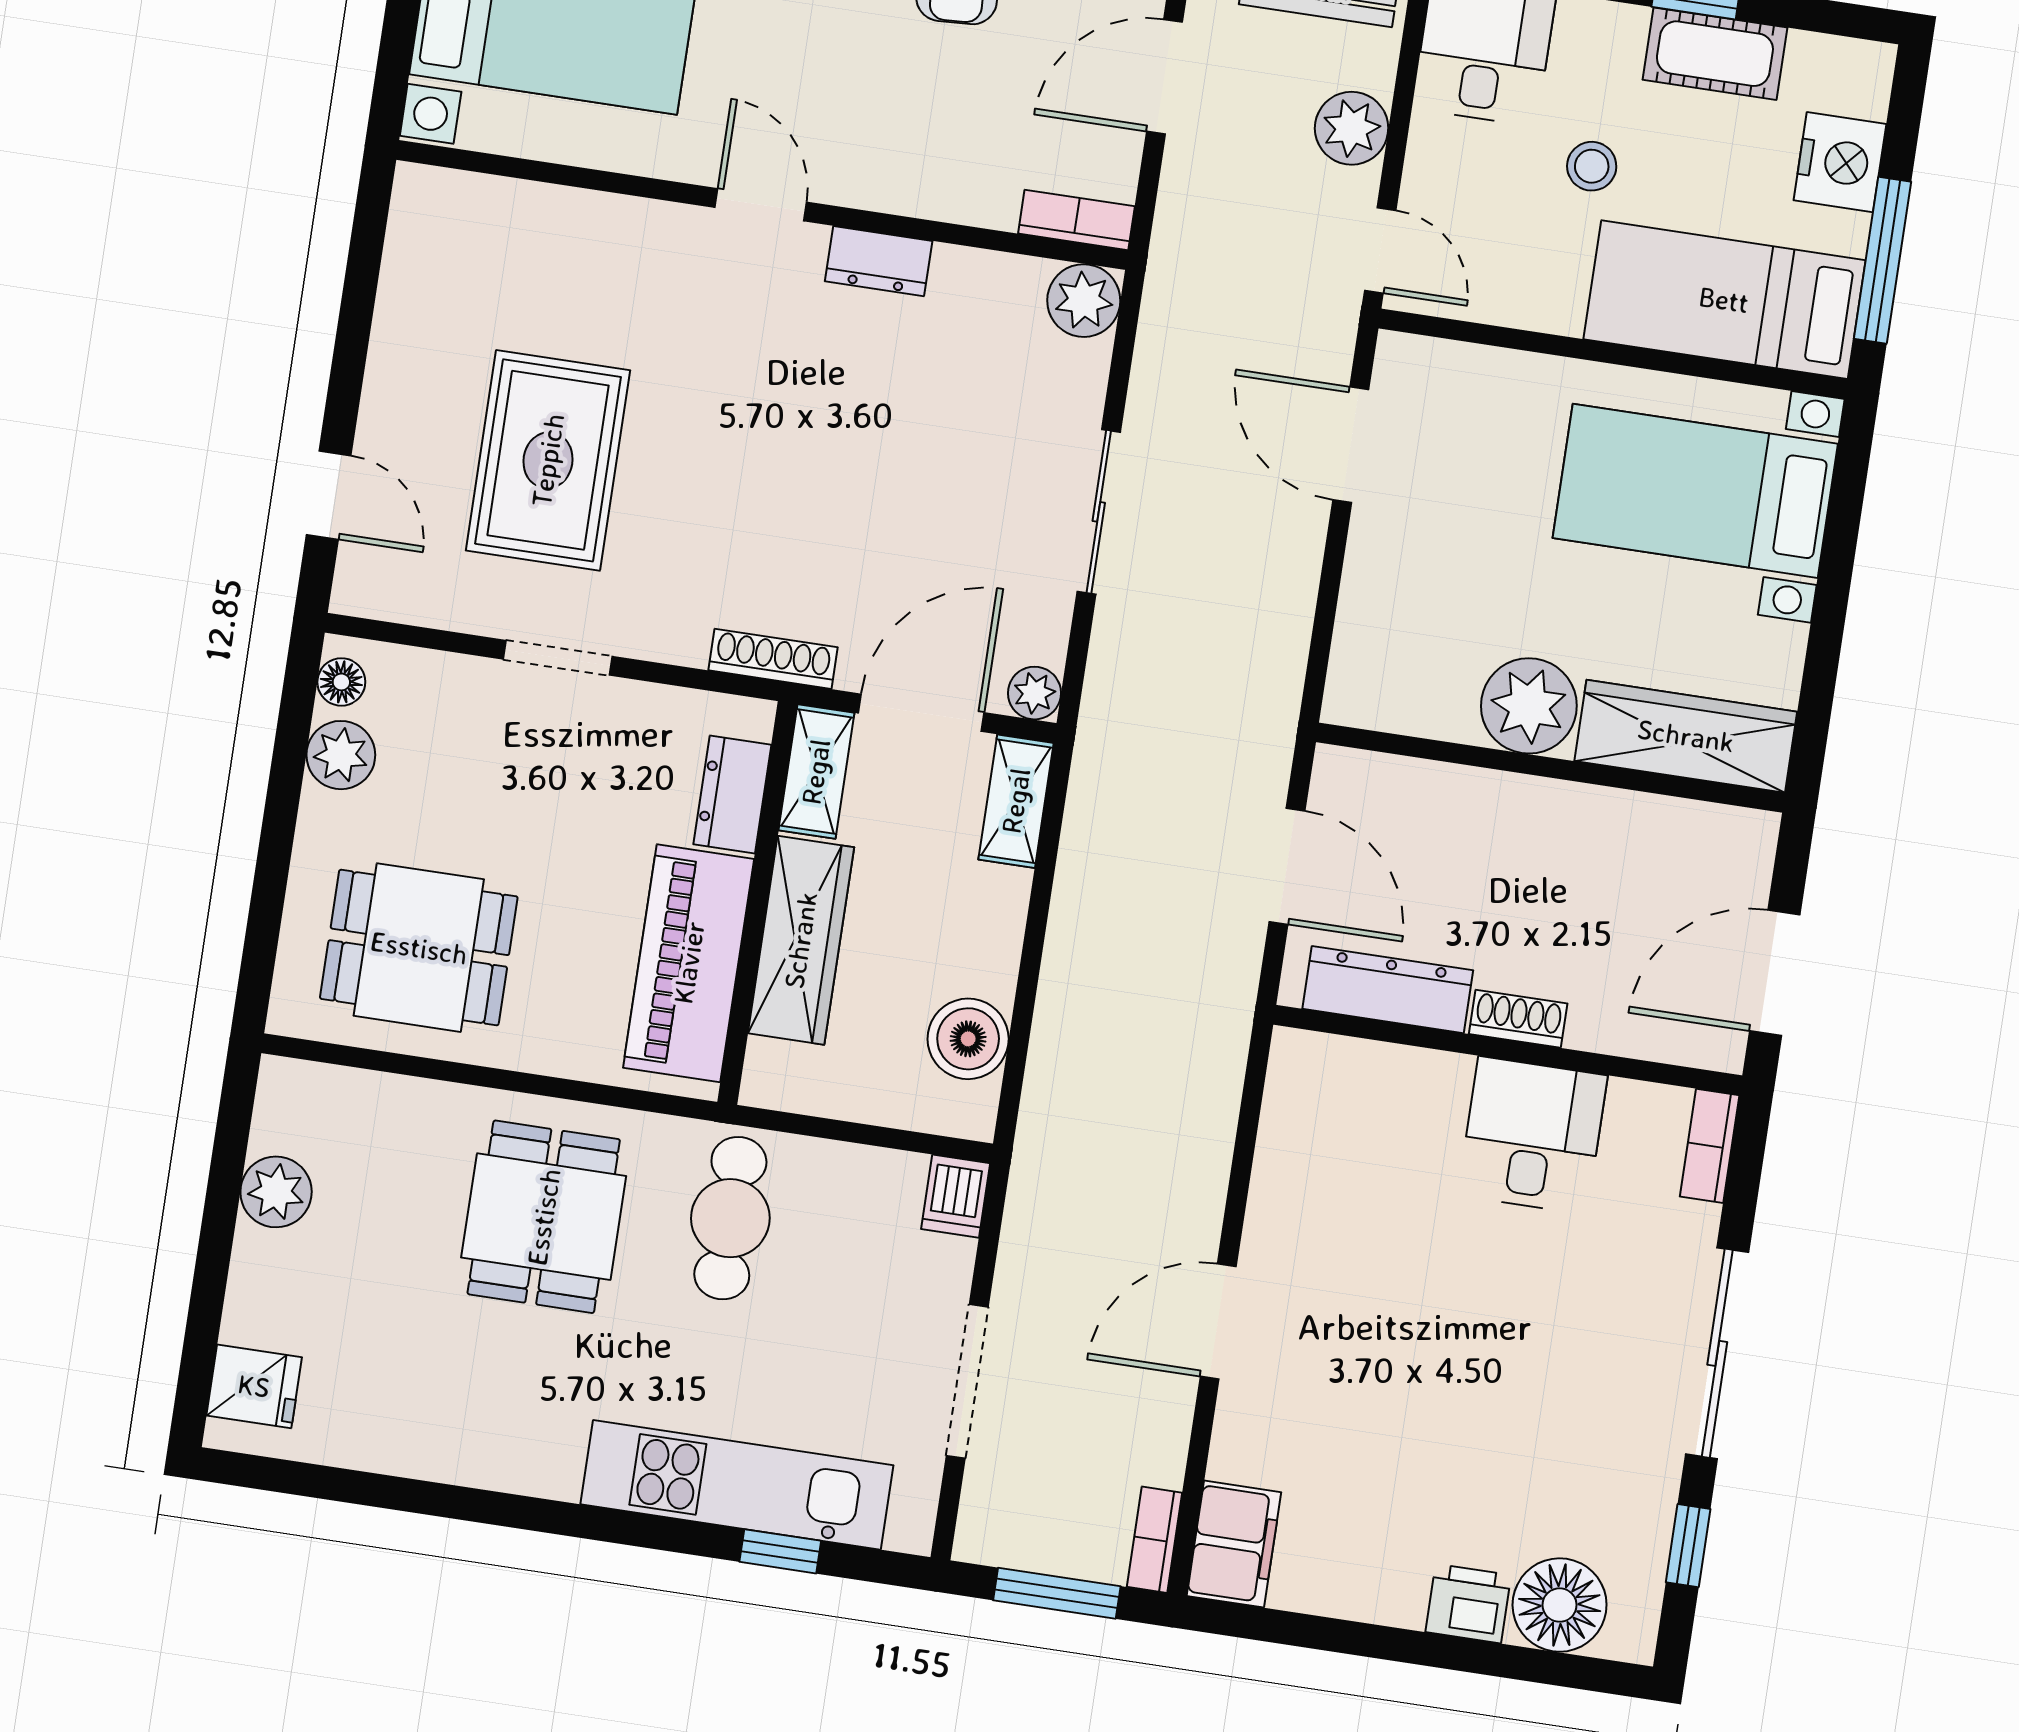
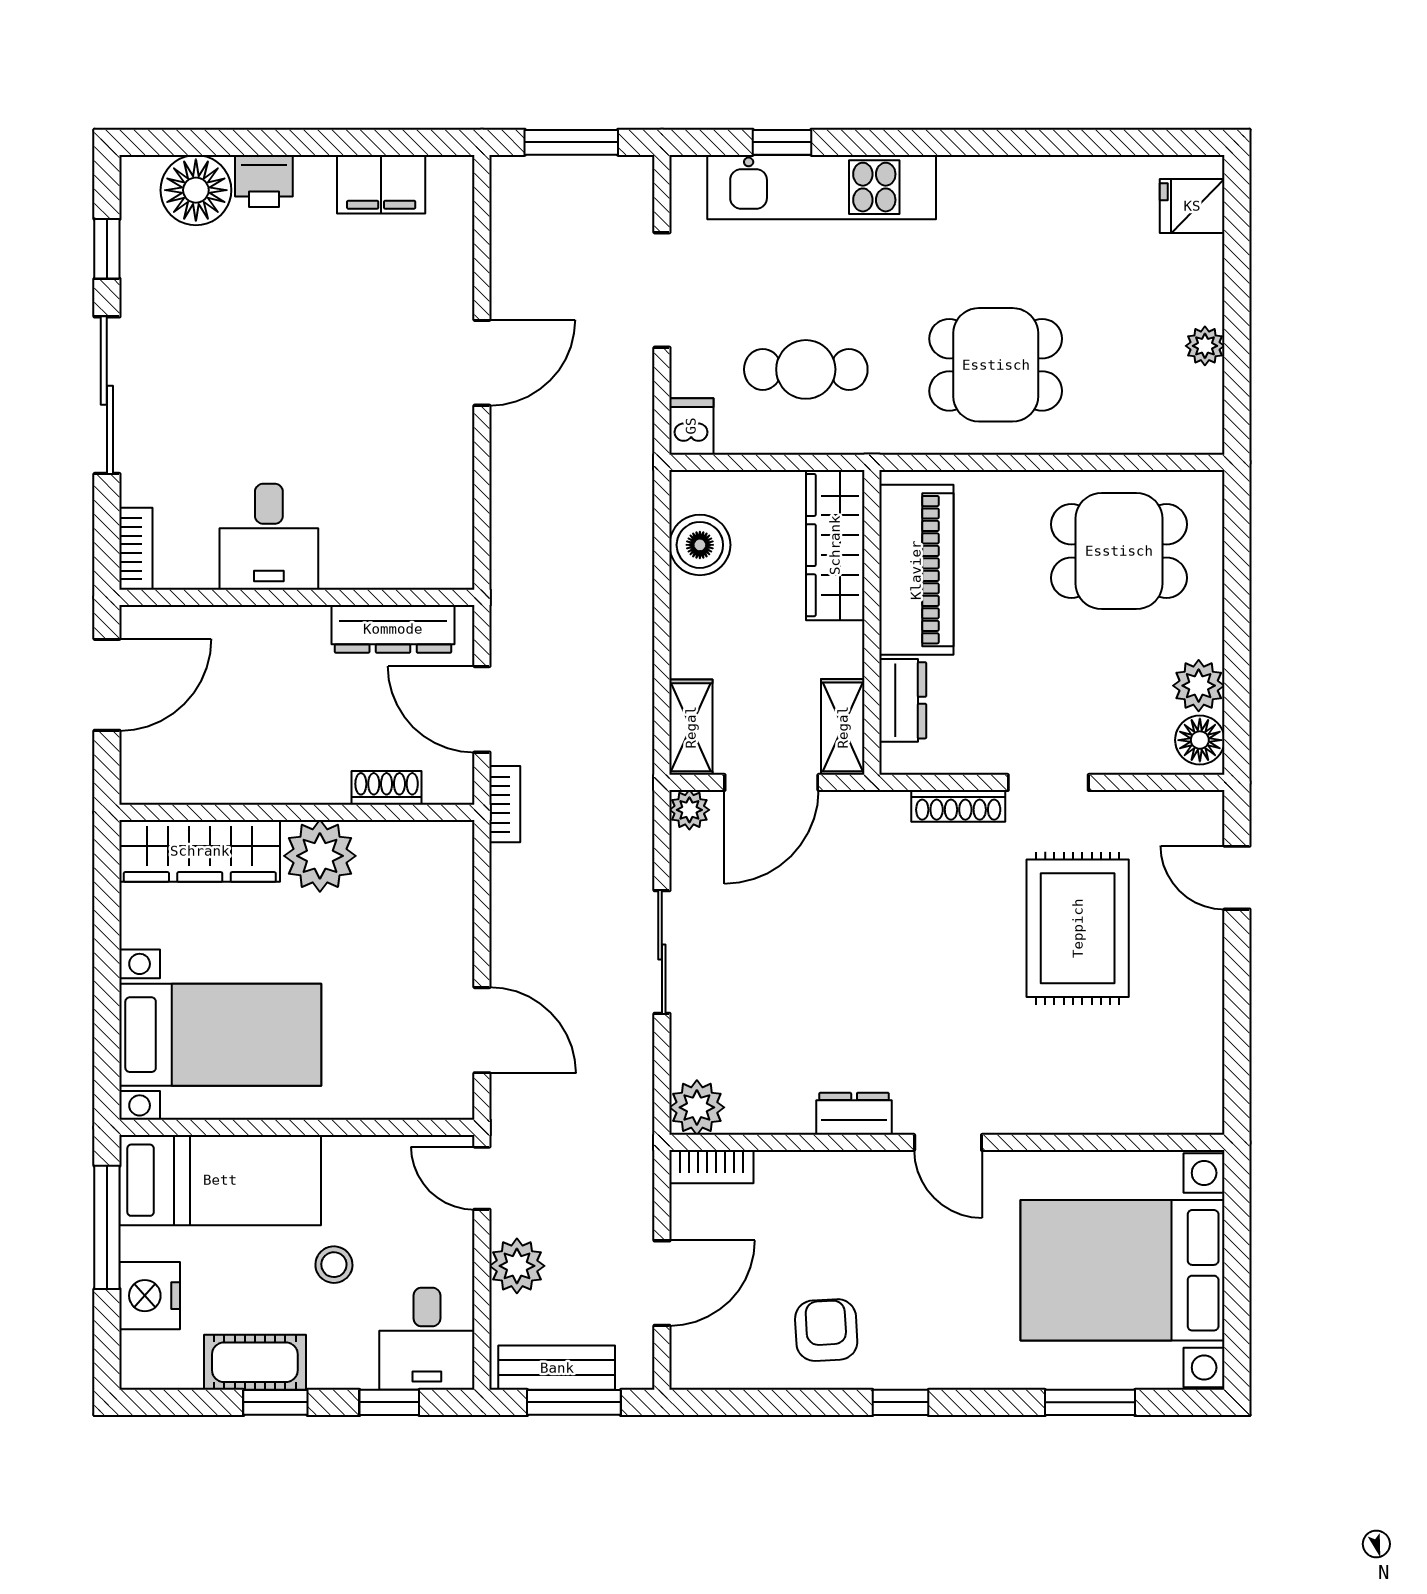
shoe rack: (773, 659) -> (958, 806), moved
floor lamp: (341, 682) -> (1200, 740), width x1.37, depth x1.37
wardrobe: (801, 940) -> (835, 545), moved
shoe rack: (1518, 1019) -> (387, 788), moved, turned 180
plant: (276, 1192) -> (1205, 346), width x0.73, depth x0.73
dining table: (544, 1217) -> (996, 365), turned 90
cafe table: (730, 1218) -> (806, 369), moved, turned 90
bookcase: (1154, 1540) -> (505, 804), moved
filing cabinet: (1234, 1544) -> (381, 184), moved, turned -90

